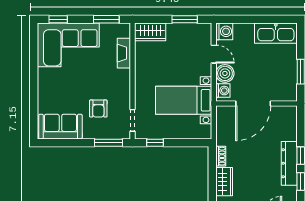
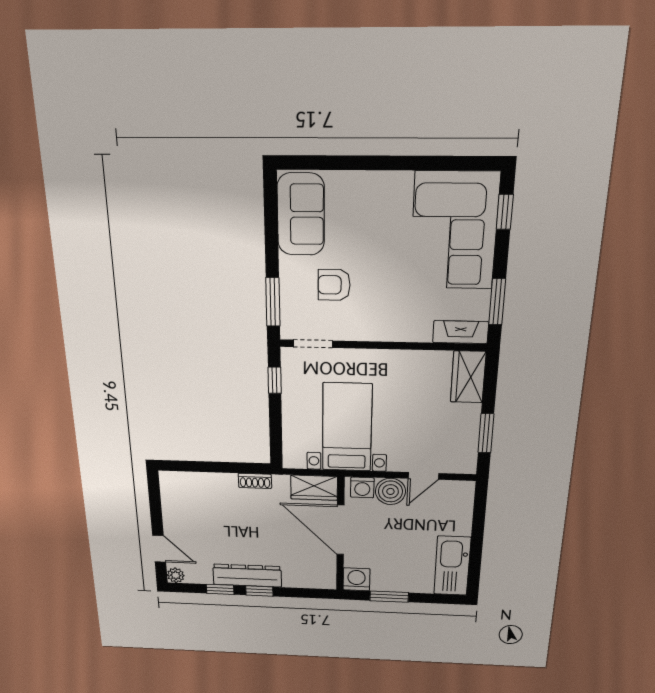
washing machine: (224, 31) -> (356, 579), moved, turned 180
fireplace: (124, 53) -> (461, 332), moved
wardrobe: (224, 182) -> (314, 488), moved

